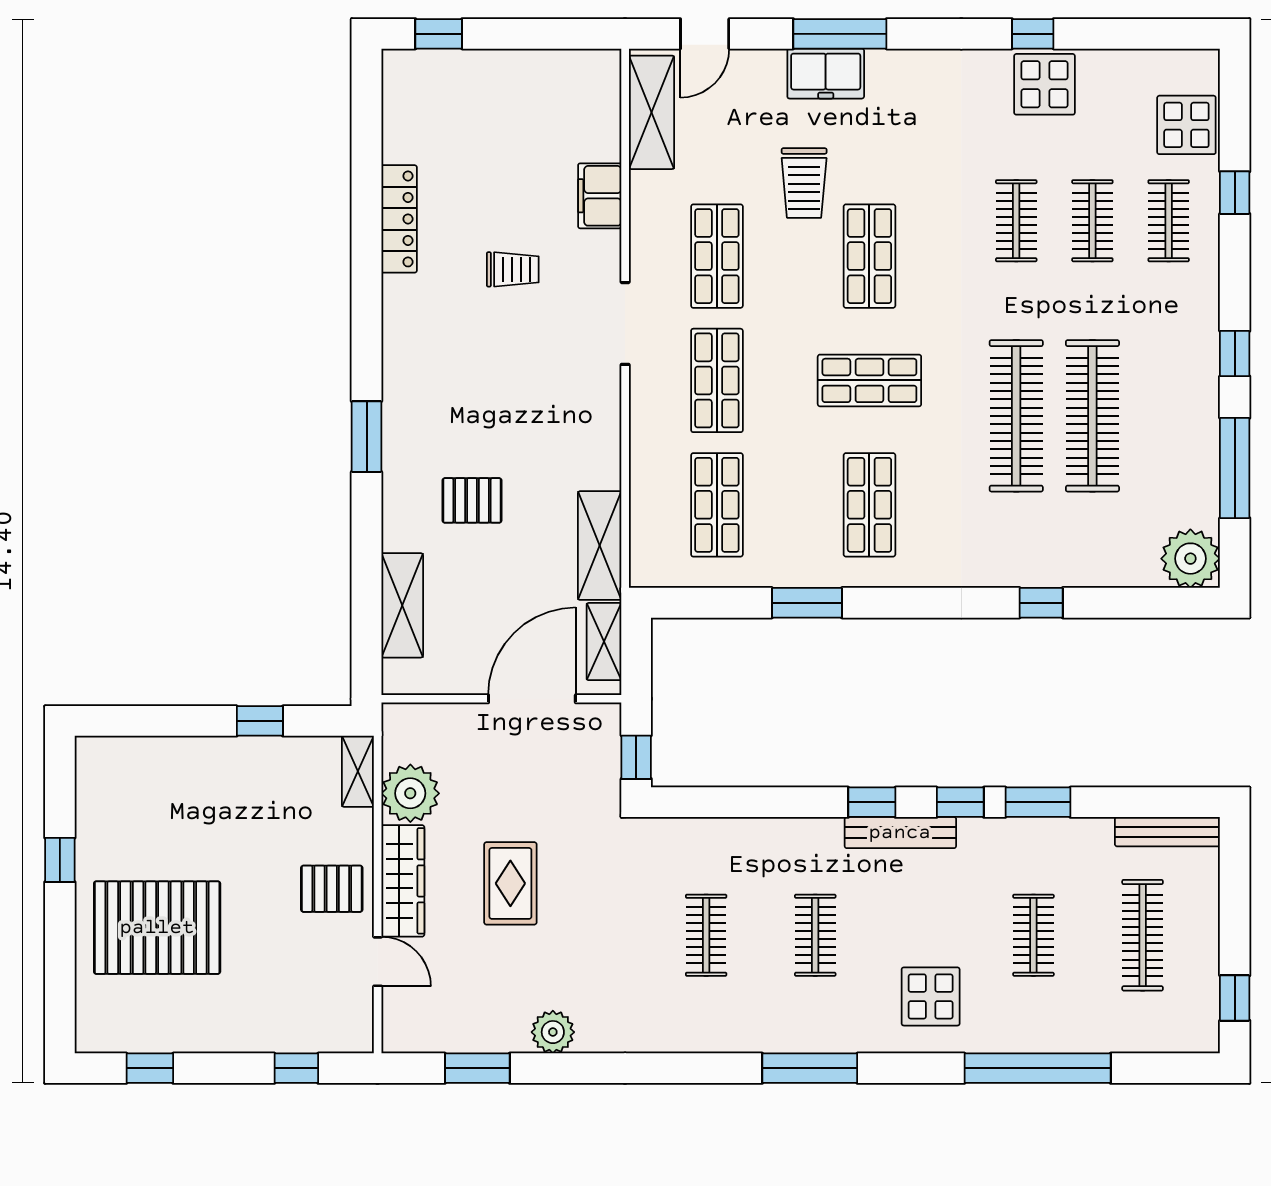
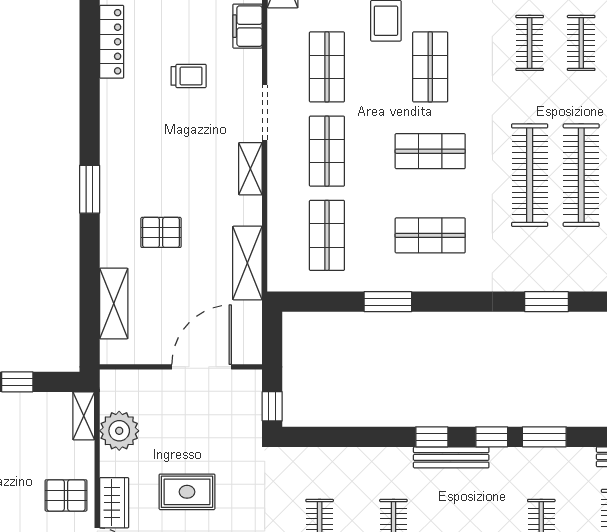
shop shelf: (869, 505) -> (430, 235), turned 90
window: (1041, 603) -> (547, 302), width x1.50
shelving: (604, 642) -> (250, 169), moved
wardrobe: (403, 881) -> (114, 503), width x0.67
rug: (510, 883) -> (187, 492), turned 90

